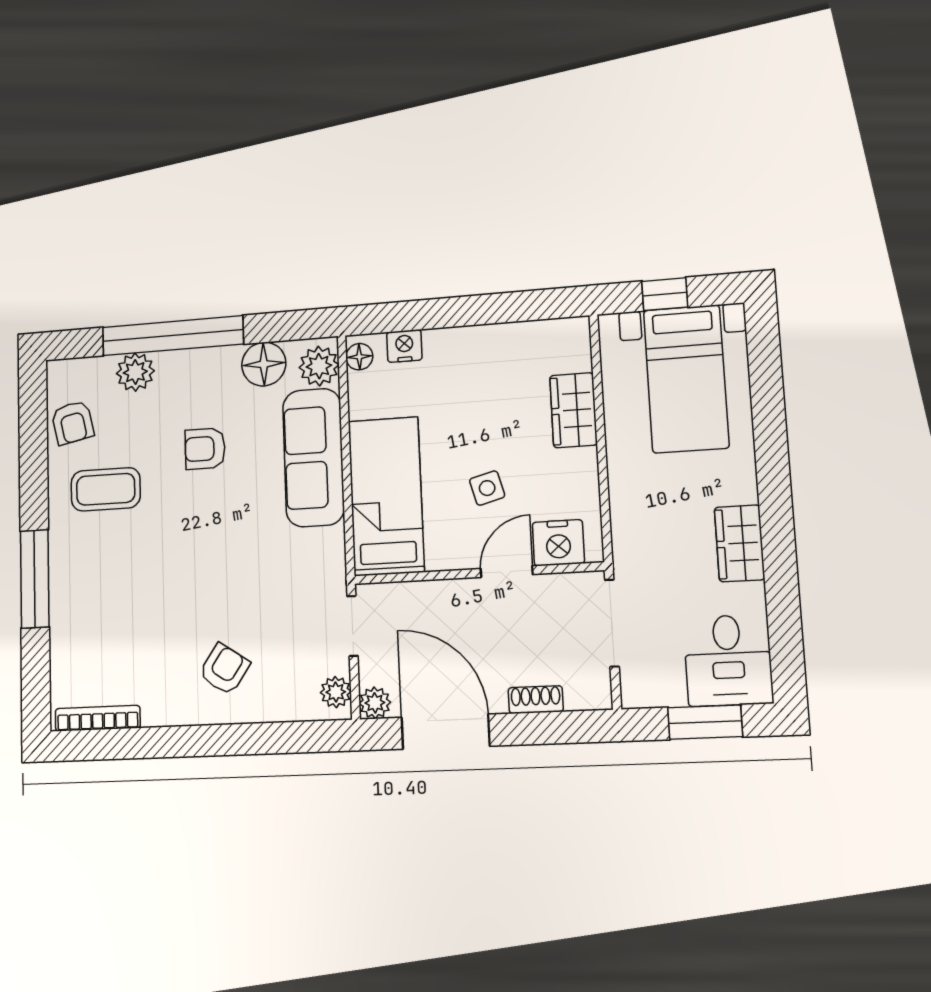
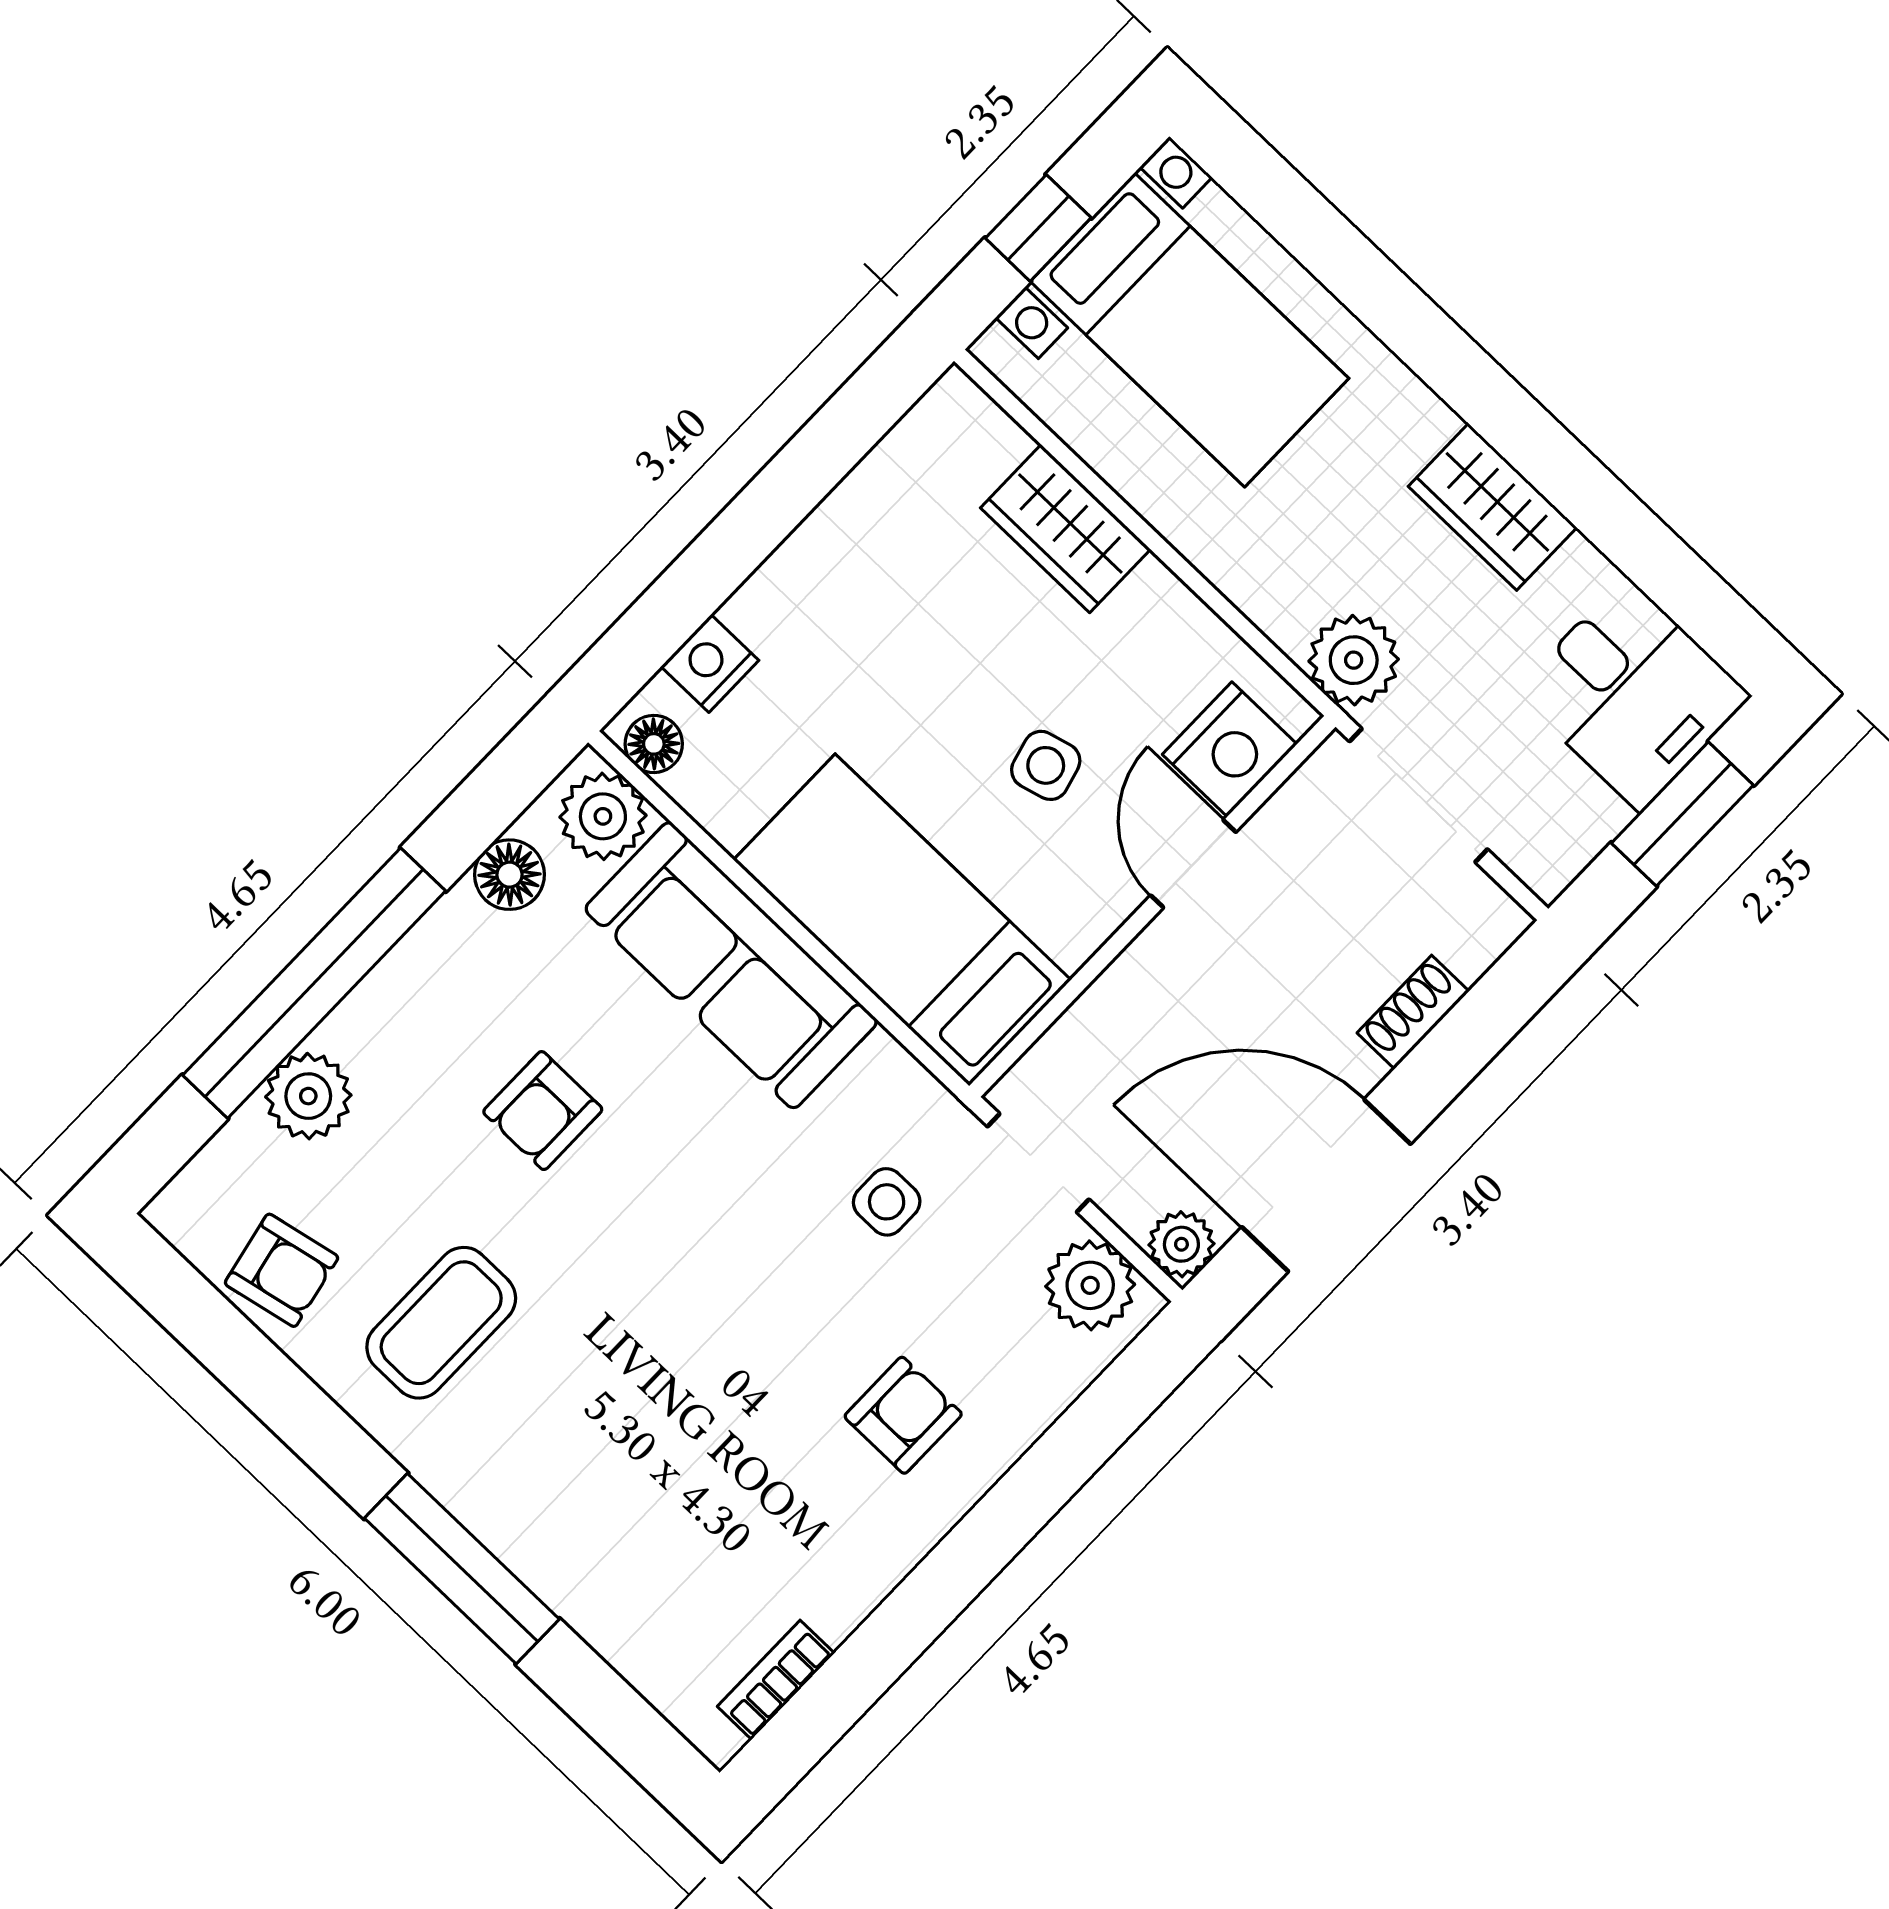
floor lamp: (264, 364) -> (510, 875), width x0.73, depth x0.73
plant: (634, 552) -> (1354, 660), added
side table: (288, 590) -> (887, 1202), added
armchair: (224, 669) -> (903, 1415), turned 56
plant: (336, 692) -> (1090, 1285), width x1.38, depth x1.38
bookcase: (98, 718) -> (776, 1680), width x0.64

